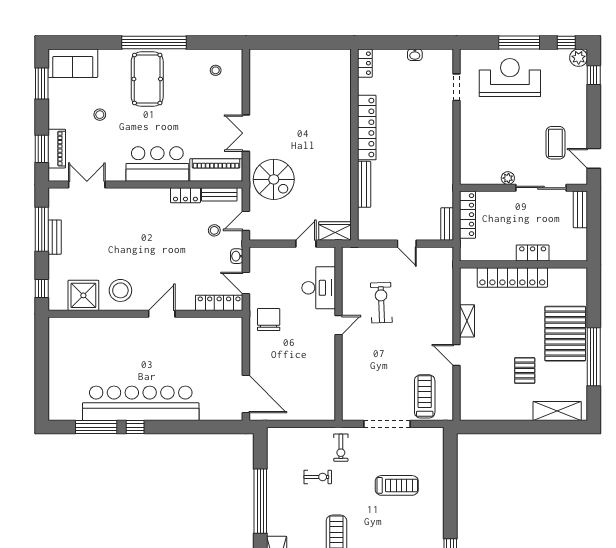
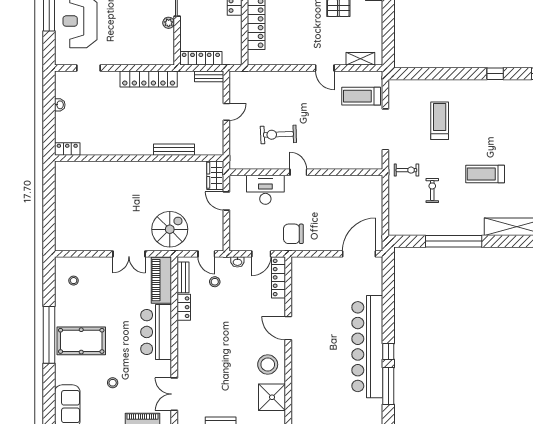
locker: (367, 128) -> (149, 79), moved, turned 180
shelving: (467, 321) -> (360, 59), moved
door: (457, 355) -> (325, 68), hinge flipped

